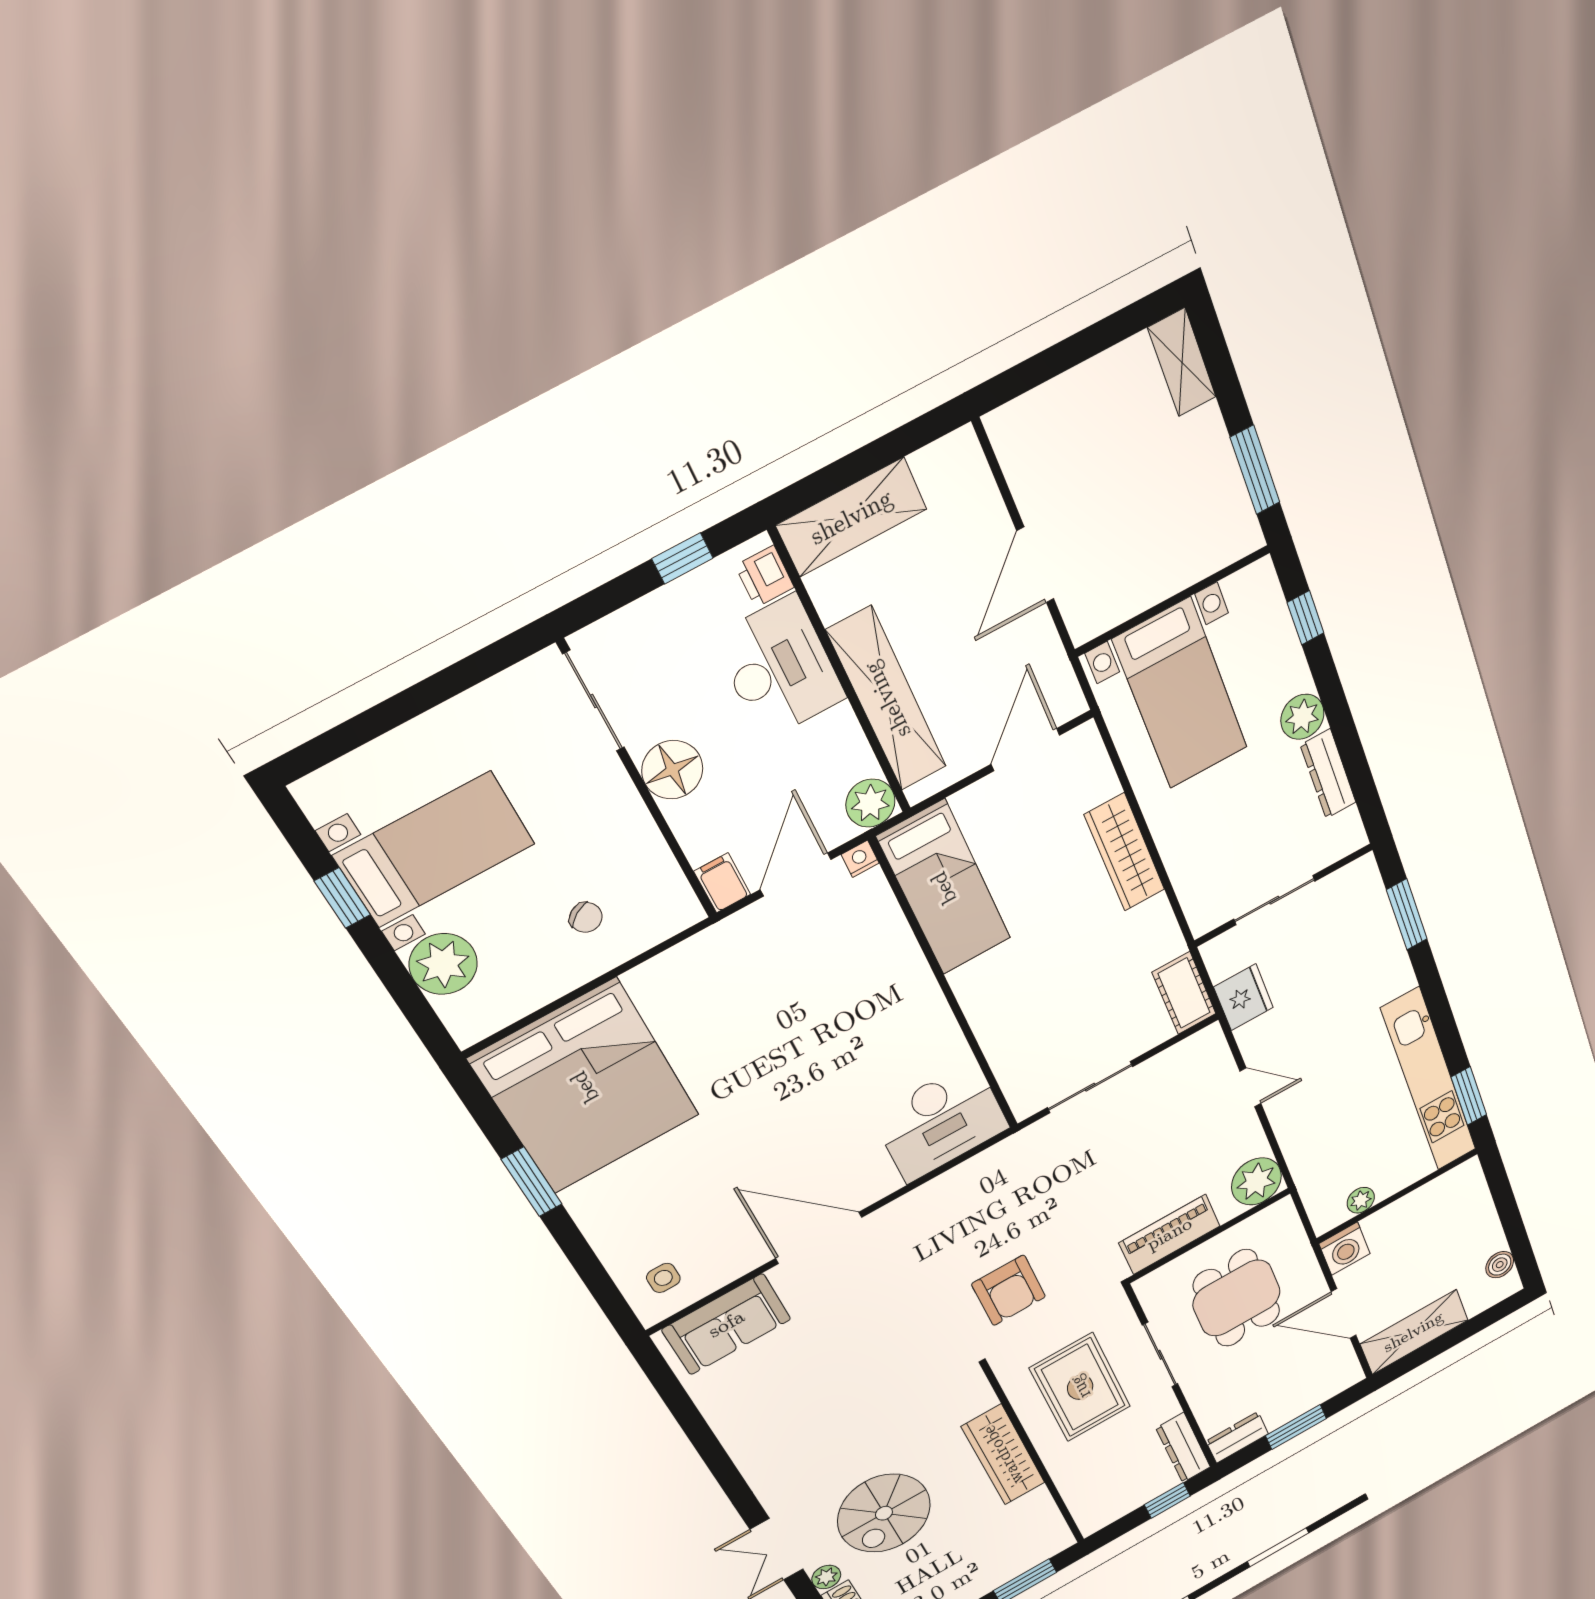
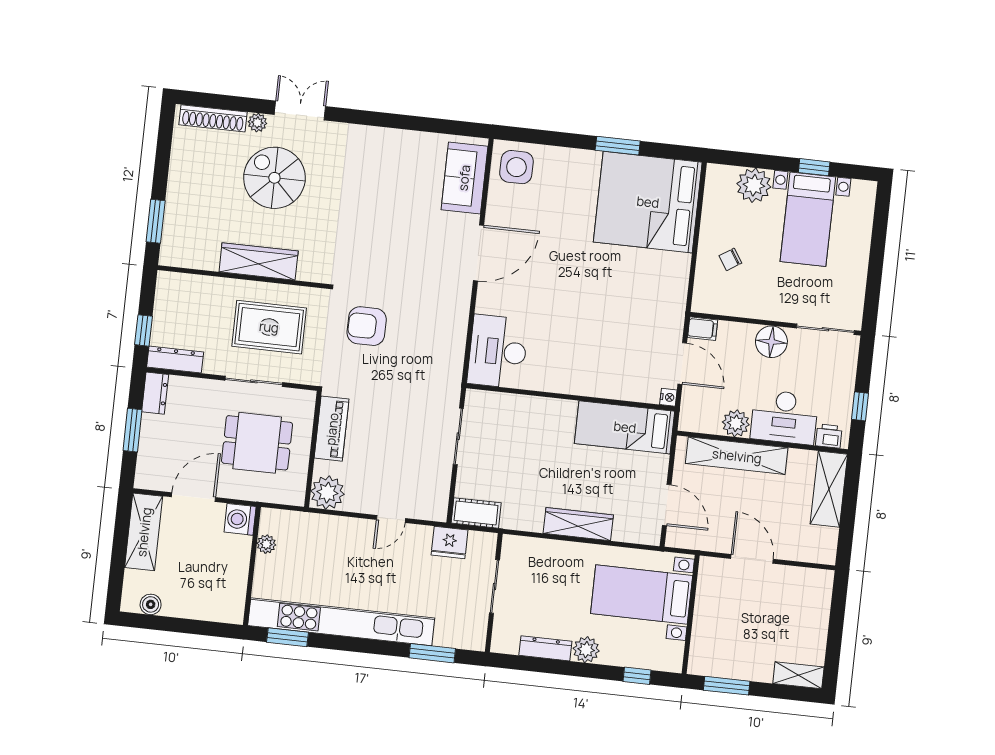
plant: (870, 803) -> (736, 423), moved
kitchen unit: (1429, 1080) -> (341, 622), width x1.36
side table: (663, 1278) -> (516, 167), width x1.87, depth x1.87

